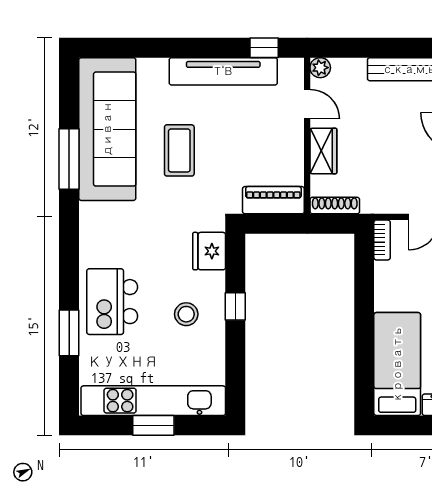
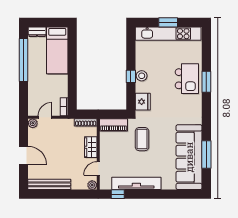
door: (307, 104) -> (98, 168), hinge flipped
coffee table: (179, 150) -> (142, 139), moved
window: (69, 159) -> (206, 154), moved
stool: (186, 314) -> (142, 76), moved
window: (69, 333) -> (206, 82), moved

